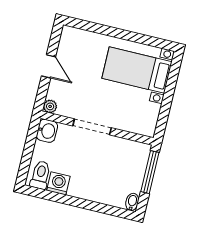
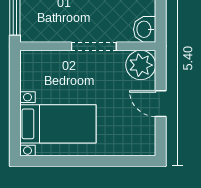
plant: (50, 106) -> (141, 65), width x1.87, depth x1.87

